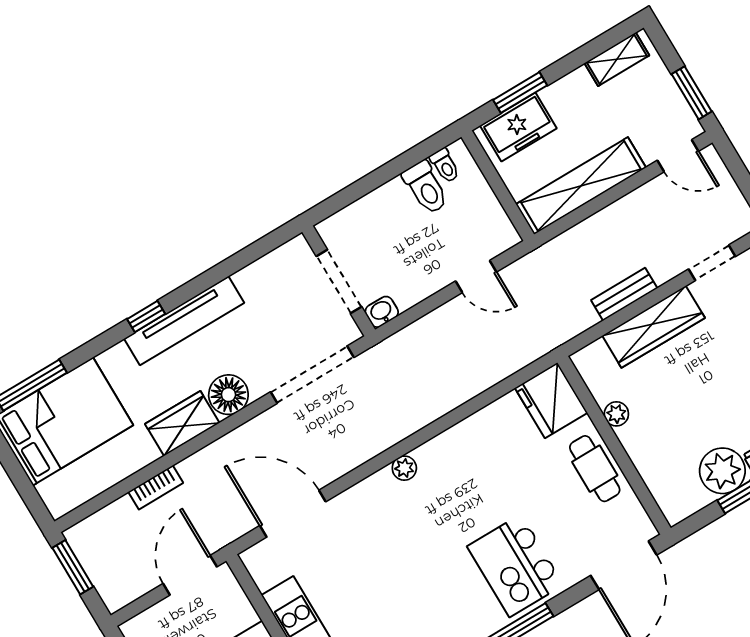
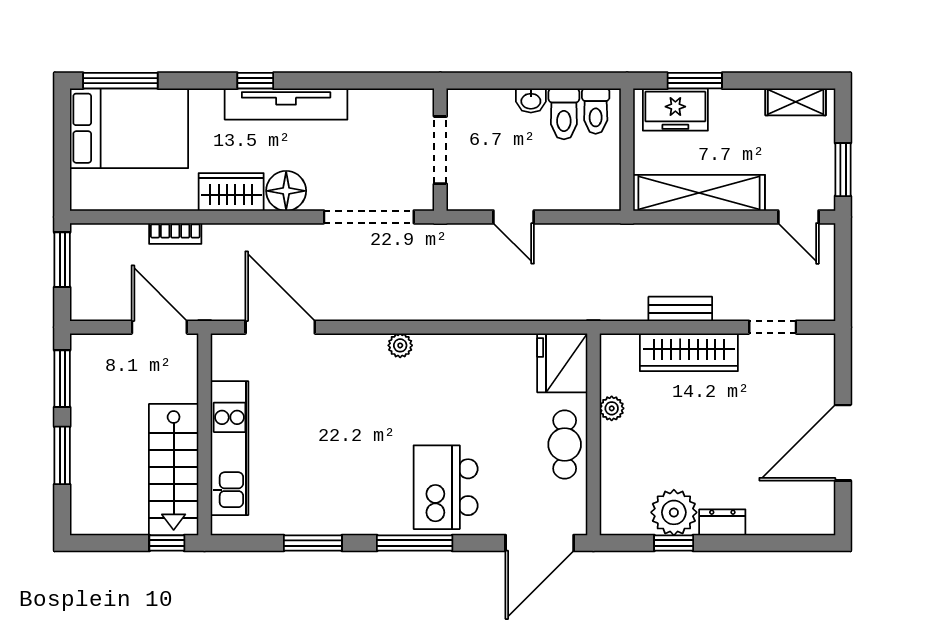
toilet: (445, 165) -> (596, 111), width x1.37, depth x1.39
door: (476, 277) -> (514, 217), moved
washbasin: (382, 312) -> (531, 100), moved, turned 180
door: (190, 575) -> (159, 327), hinge flipped

